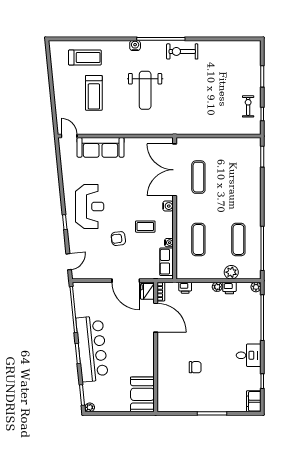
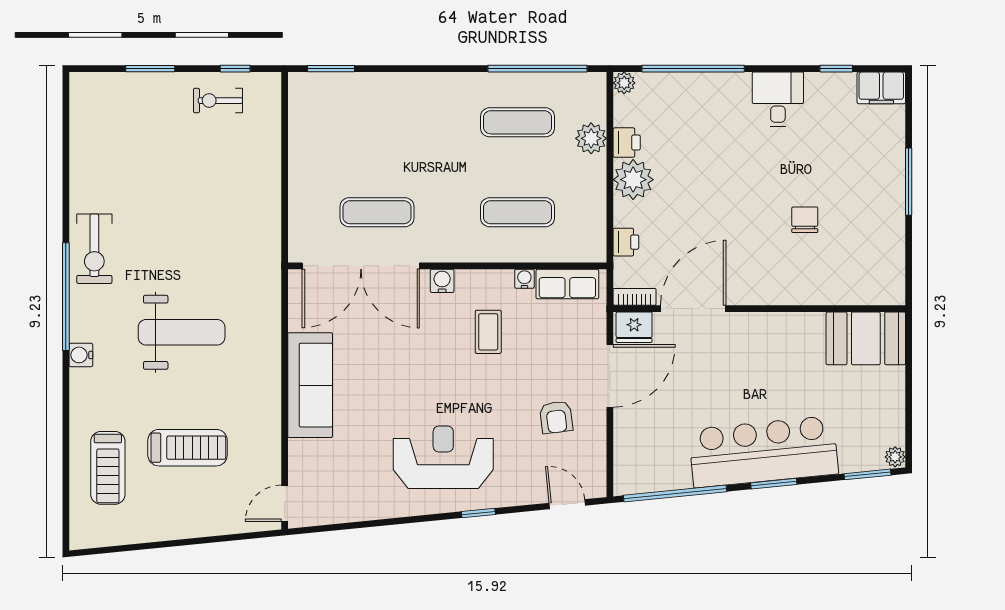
treadmill: (85, 57) -> (108, 468), turned 180
sofa: (101, 147) -> (310, 385), moved
armchair: (118, 239) -> (556, 417), moved
plant: (217, 287) -> (633, 180), width x1.87, depth x1.87

